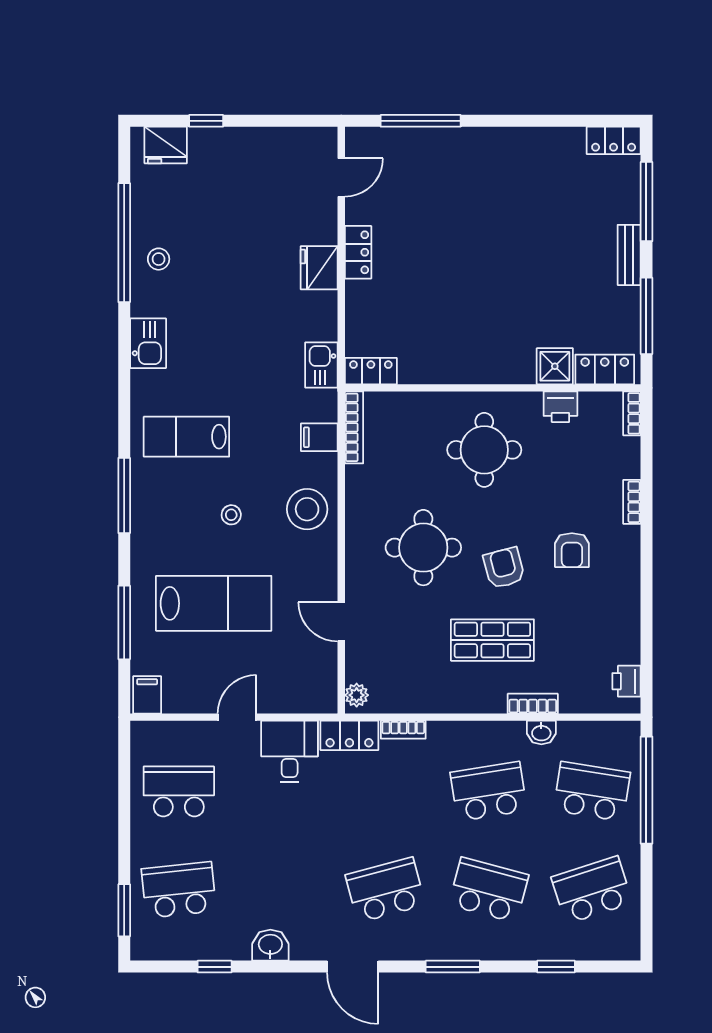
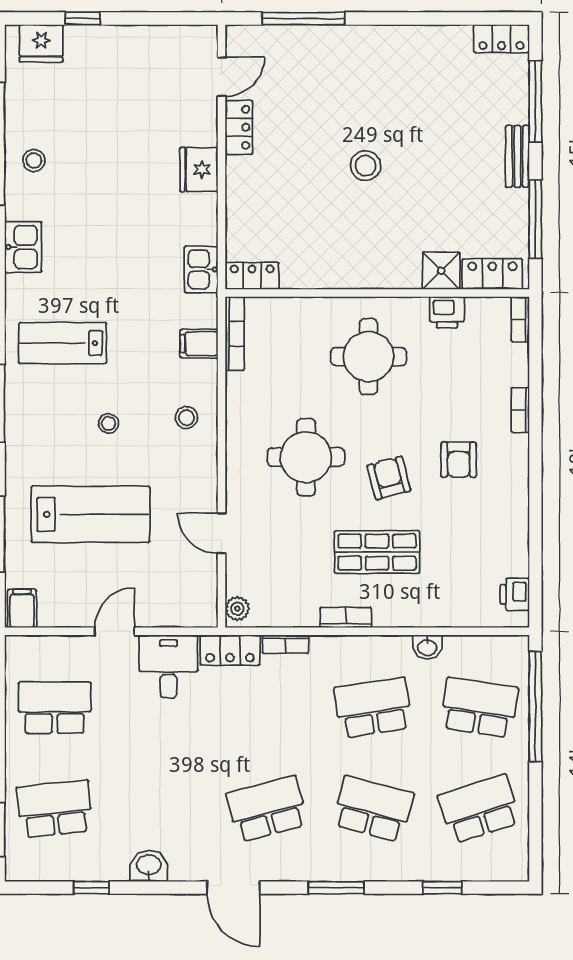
locker: (358, 252) -> (239, 127), moved
stool: (481, 264) -> (366, 166), added
stool: (307, 509) -> (186, 418), width x0.53, depth x0.53
bookcase: (533, 704) -> (346, 617), moved

